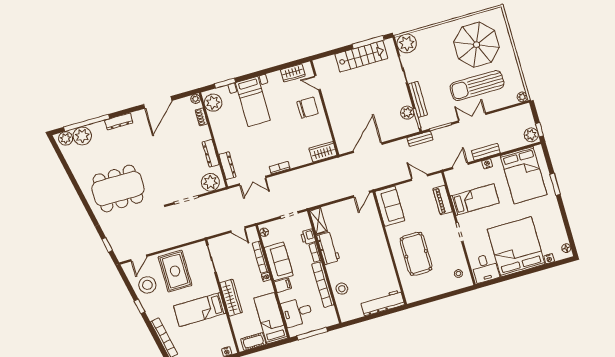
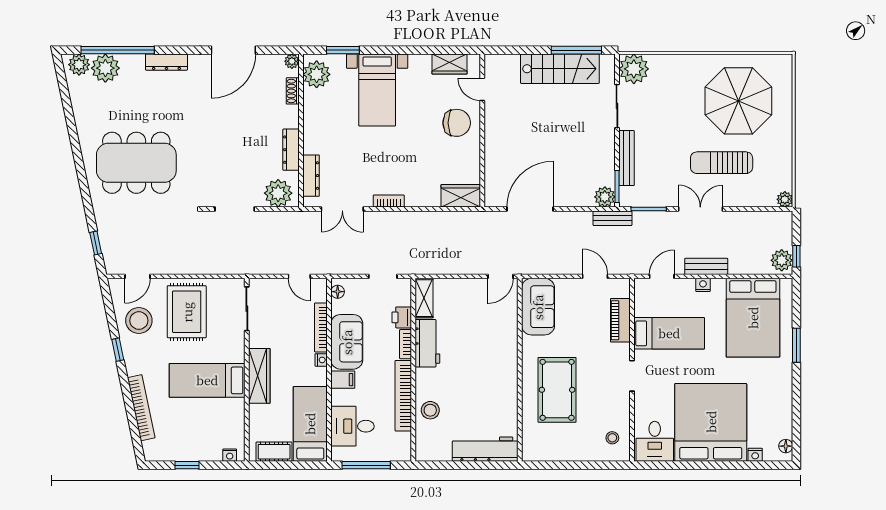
sun lounger: (477, 86) -> (722, 163), width x0.73, depth x0.75
plant: (407, 113) -> (605, 197), moved

